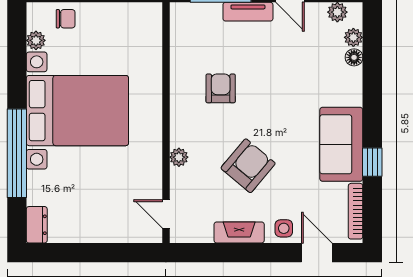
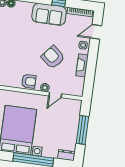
armchair: (221, 88) -> (29, 81), moved, turned 180
door: (166, 214) -> (55, 95), moved
window: (97, 253) -> (82, 130), added

